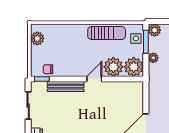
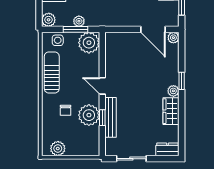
window: (146, 42) -> (75, 29), moved
plant: (113, 67) -> (89, 115), moved
chair: (48, 69) -> (66, 110), moved
window: (42, 79) -> (102, 118), moved

